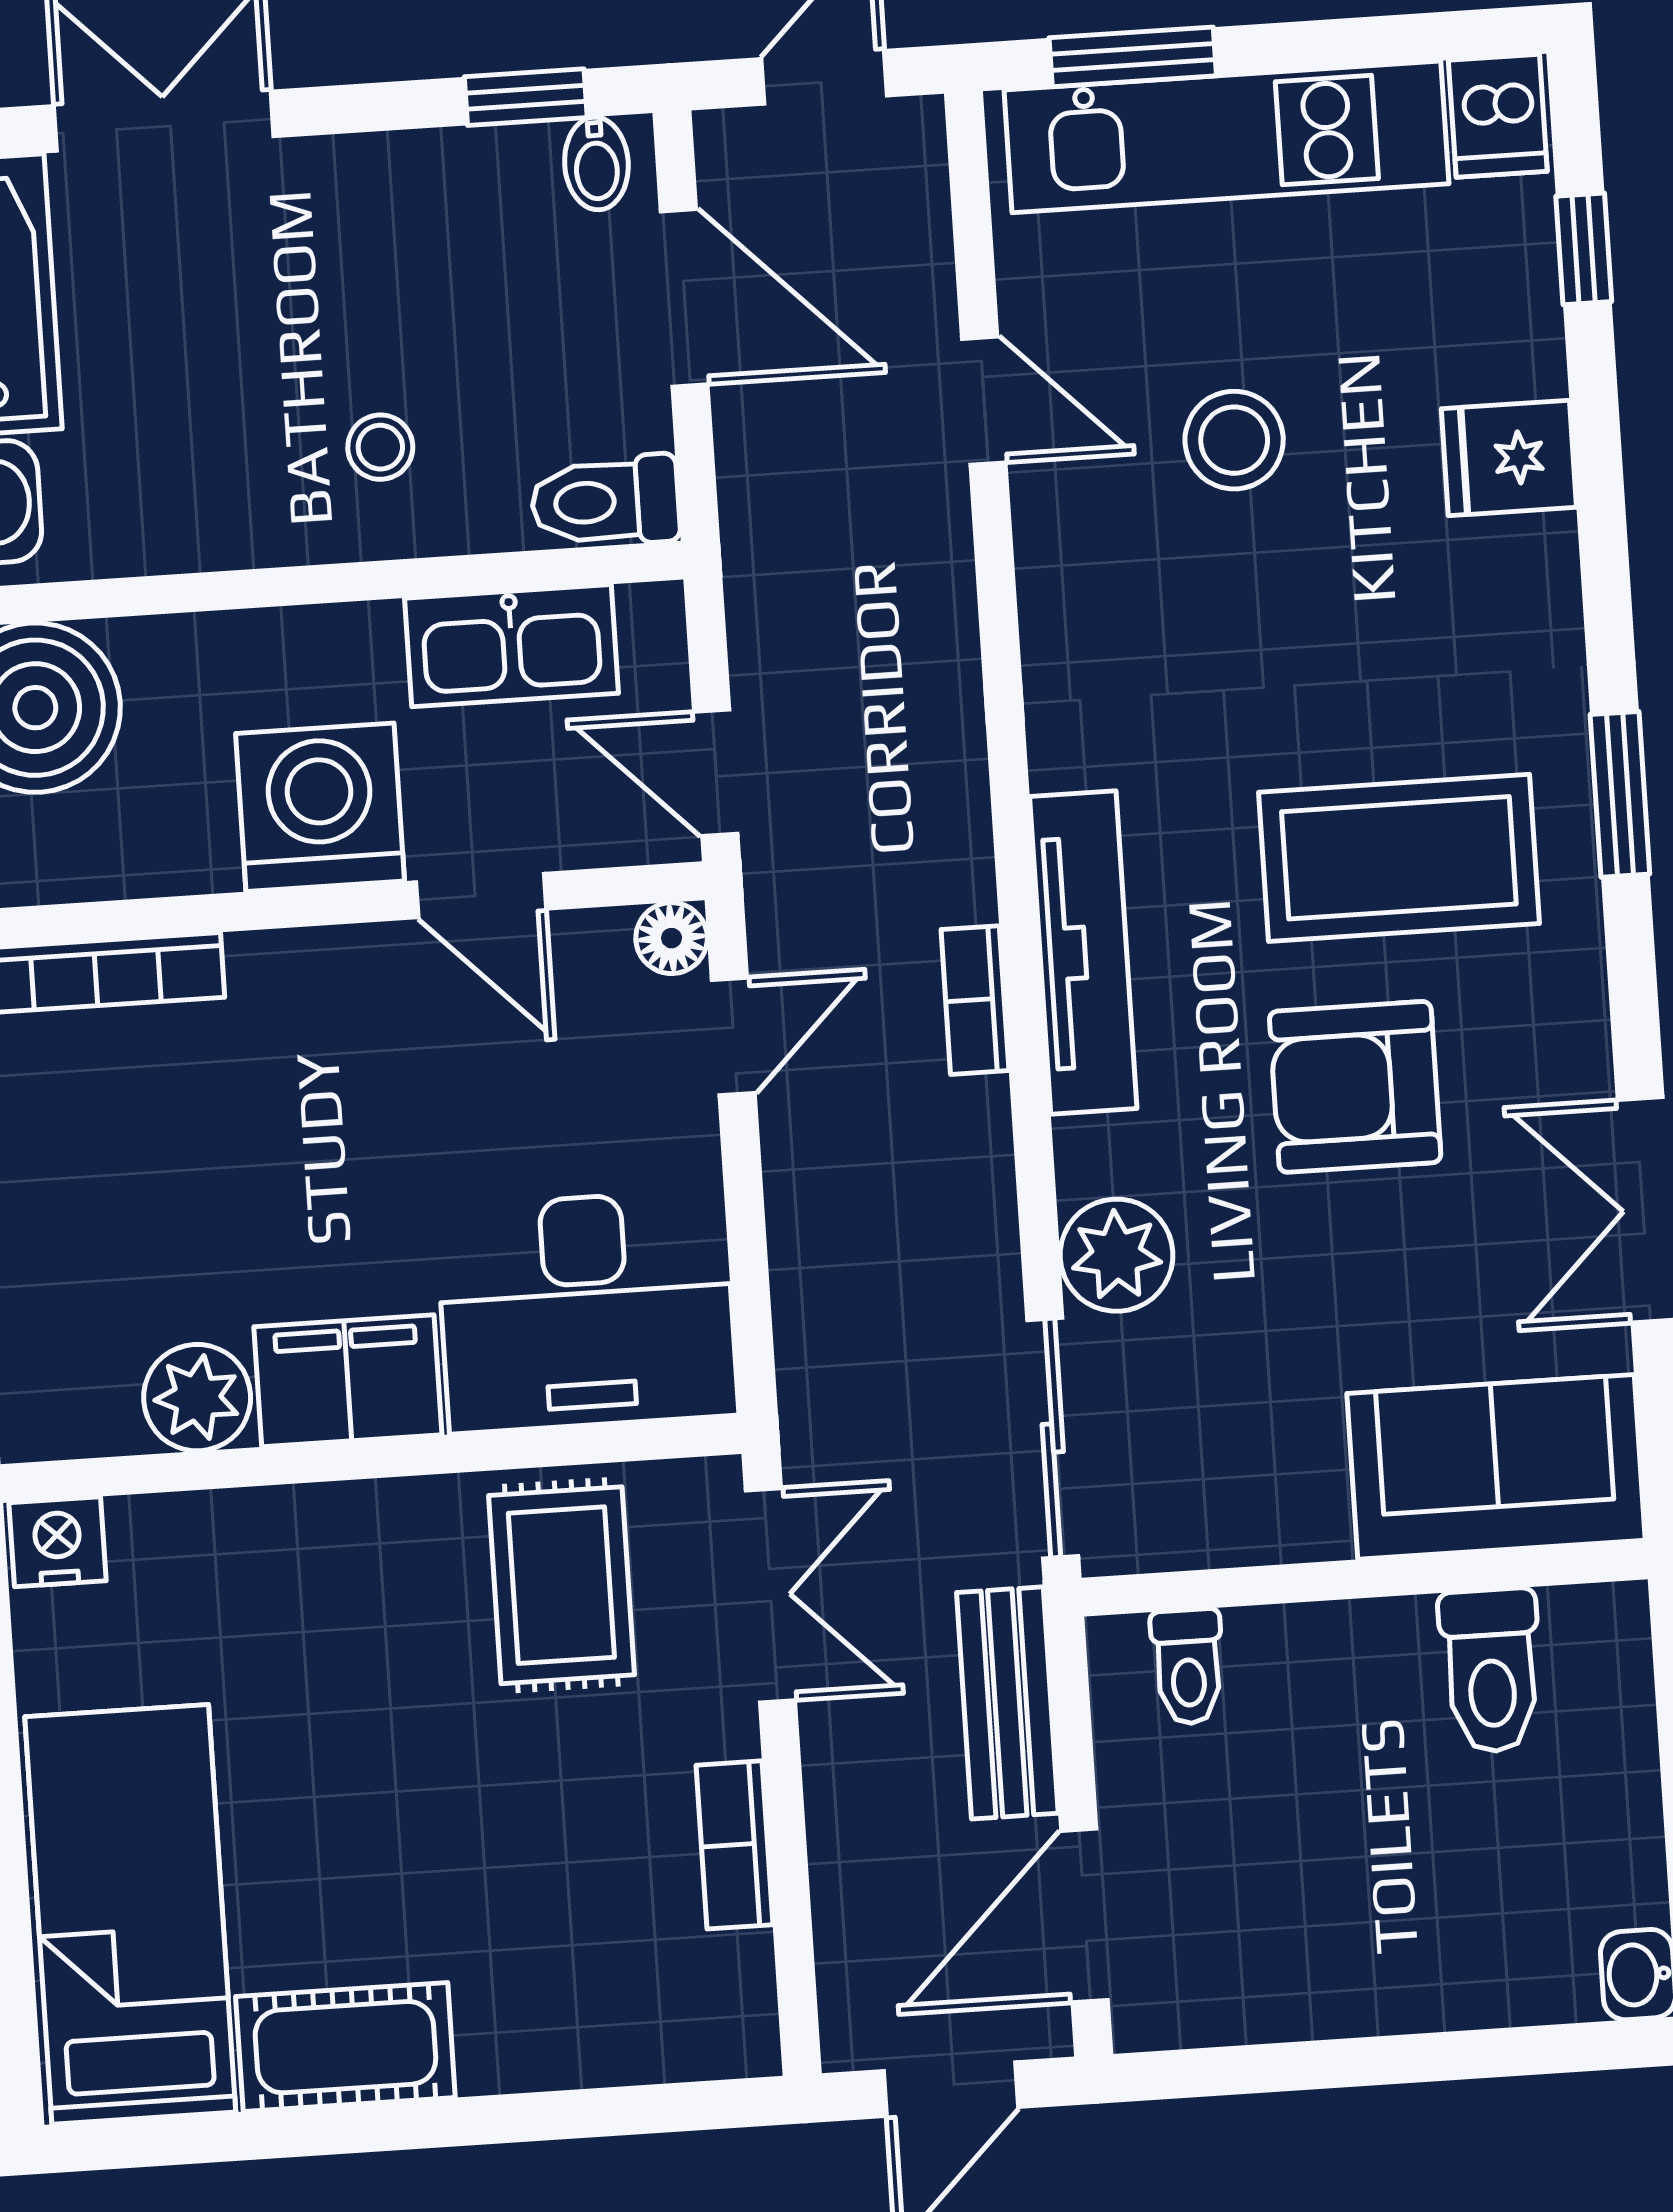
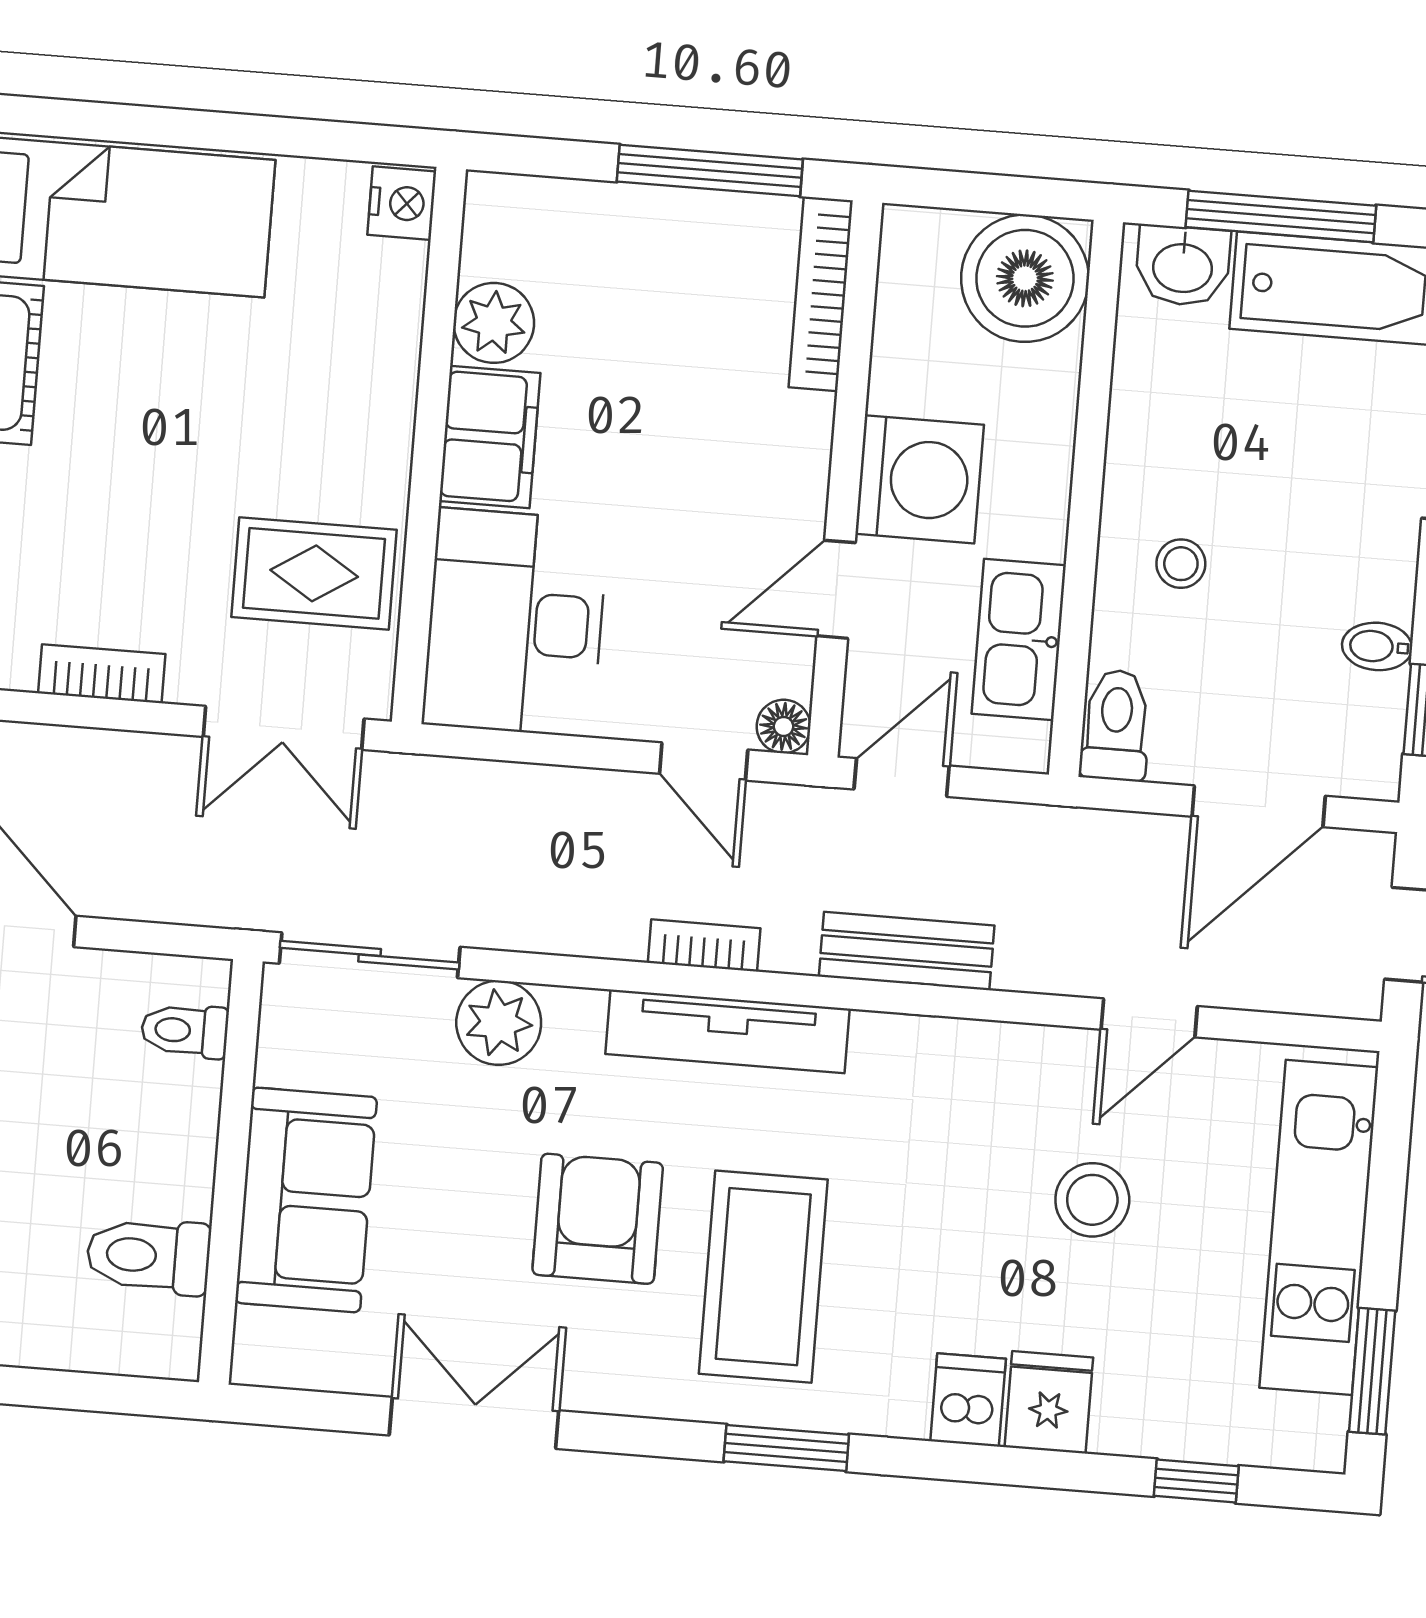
window: (1133, 57) -> (1372, 1371), moved
dishwasher: (1498, 116) -> (968, 1400), moved, turned 90
bidet: (596, 163) -> (1377, 646), moved
sofa: (1496, 1467) -> (306, 1200), moved
bench: (1007, 1703) -> (907, 951), moved

